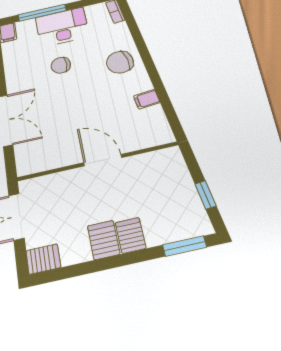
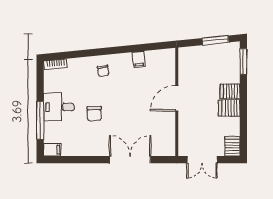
desk: (62, 27) -> (59, 107), width x0.73
chair: (120, 62) -> (103, 71), width x0.54, depth x0.54
window: (206, 195) -> (215, 40), width x1.50

